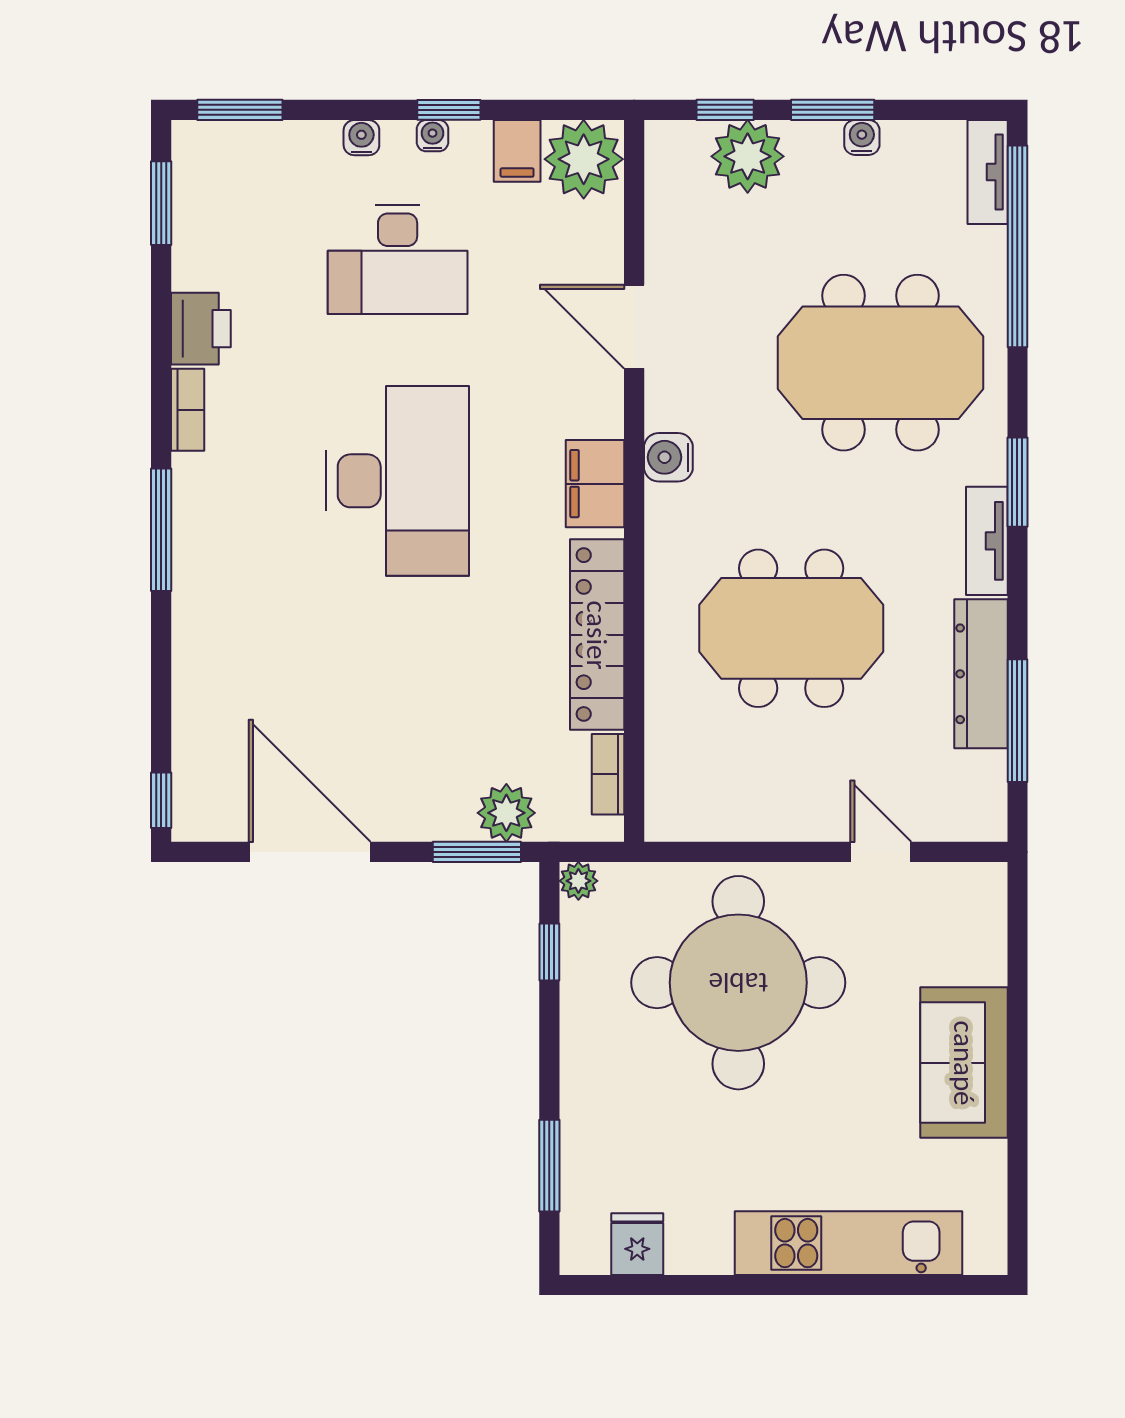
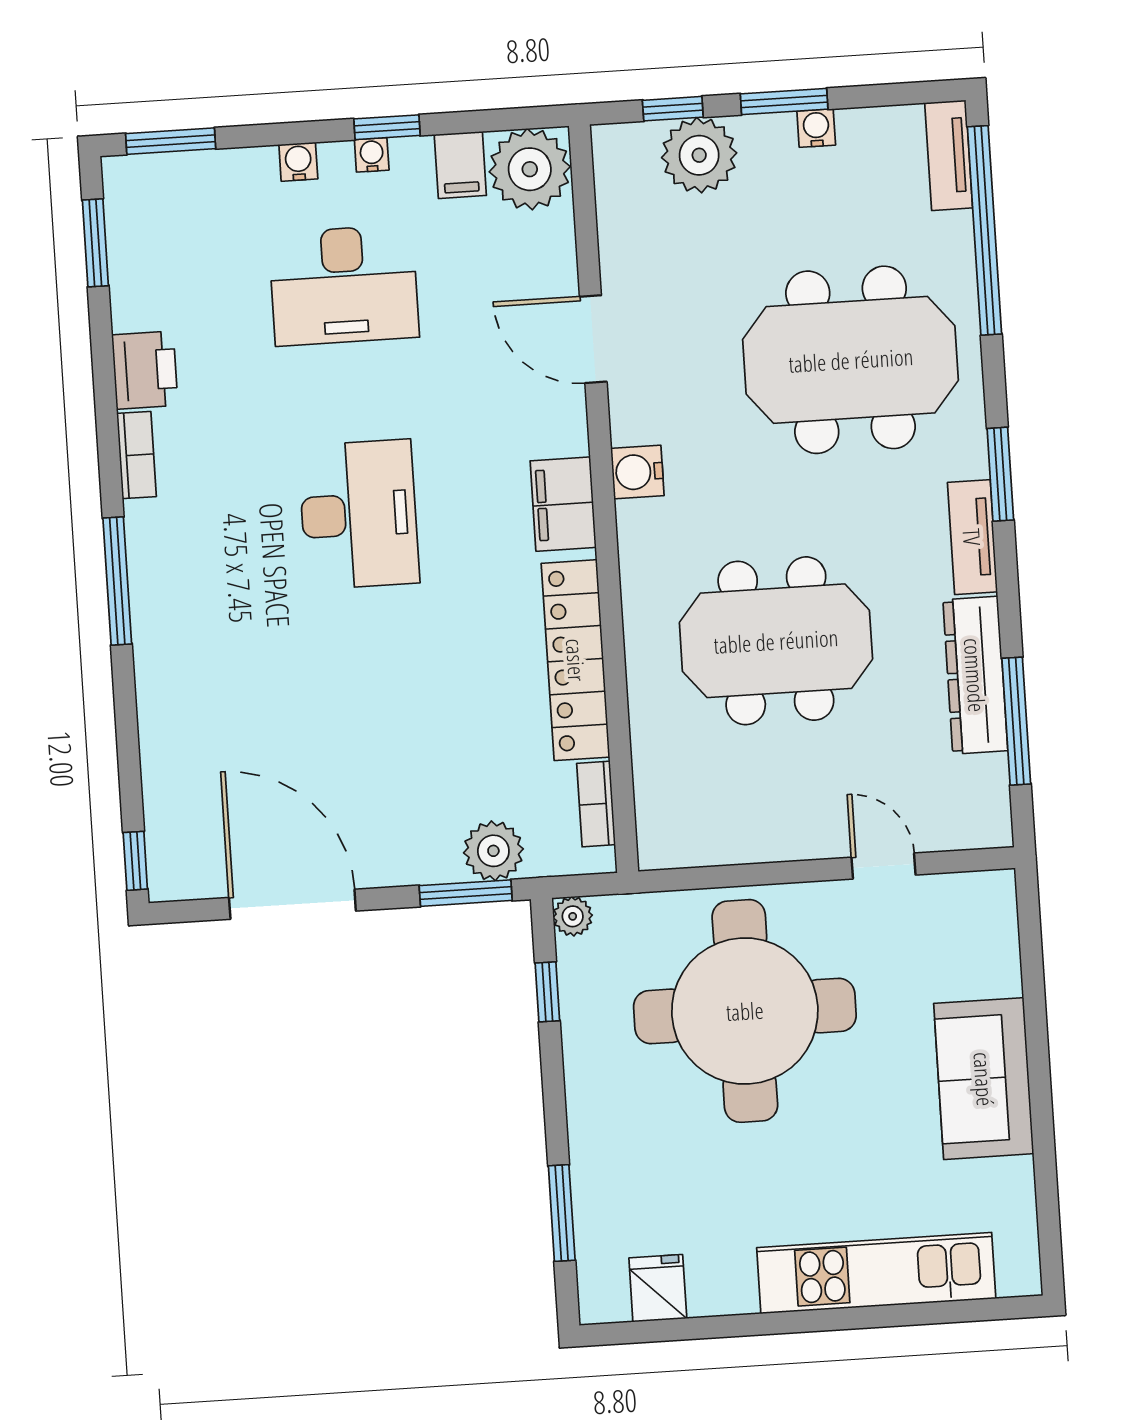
desk: (398, 481) -> (359, 514), width x0.73, depth x0.77

